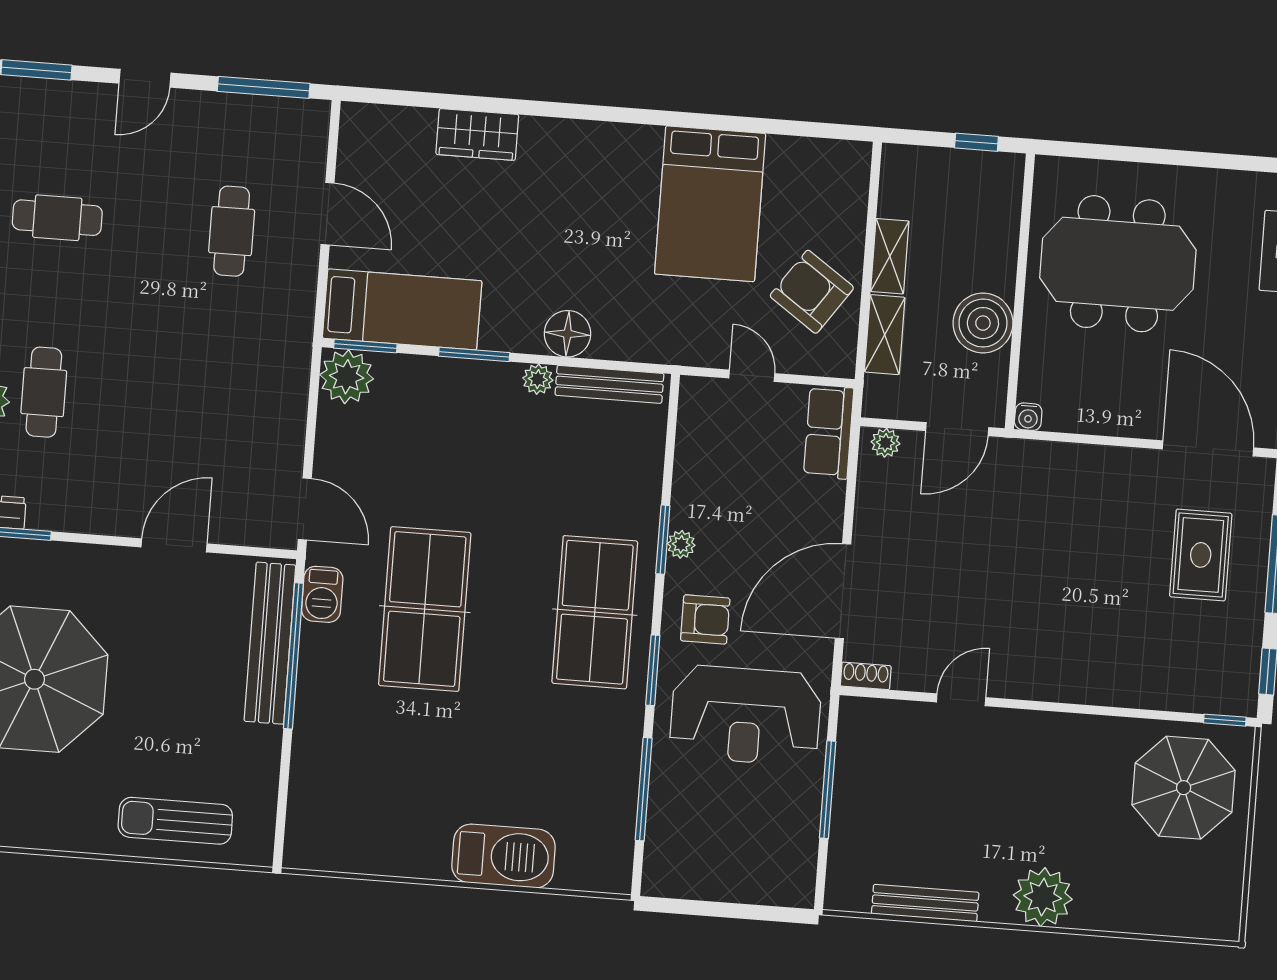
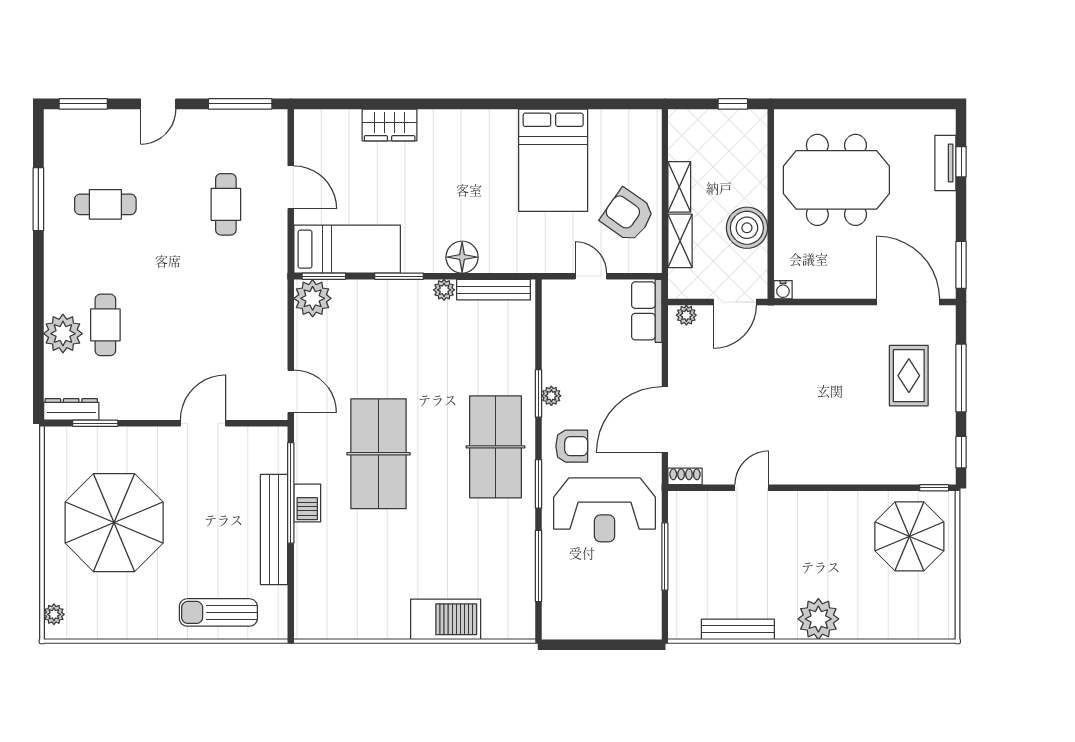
barbecue: (322, 594) -> (307, 503), moved
bench: (270, 643) -> (274, 530), moved

